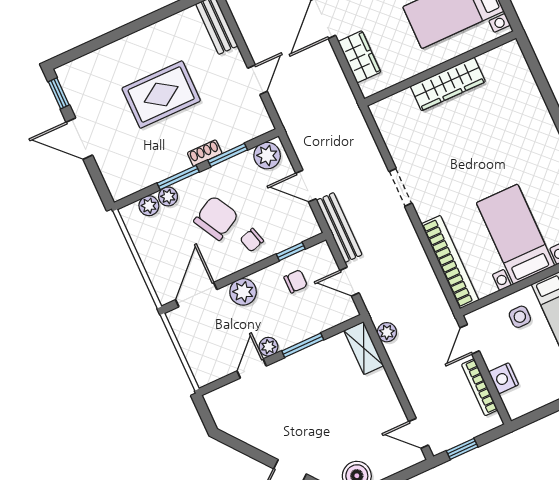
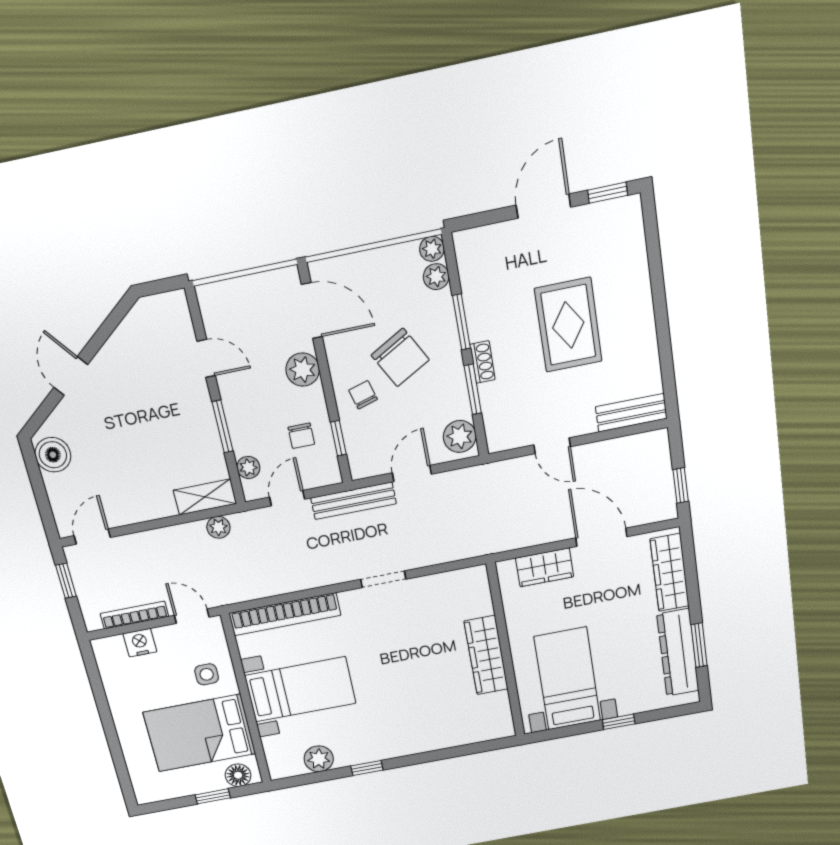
plant: (168, 196) -> (432, 249), moved
plant: (268, 347) -> (248, 467), moved

